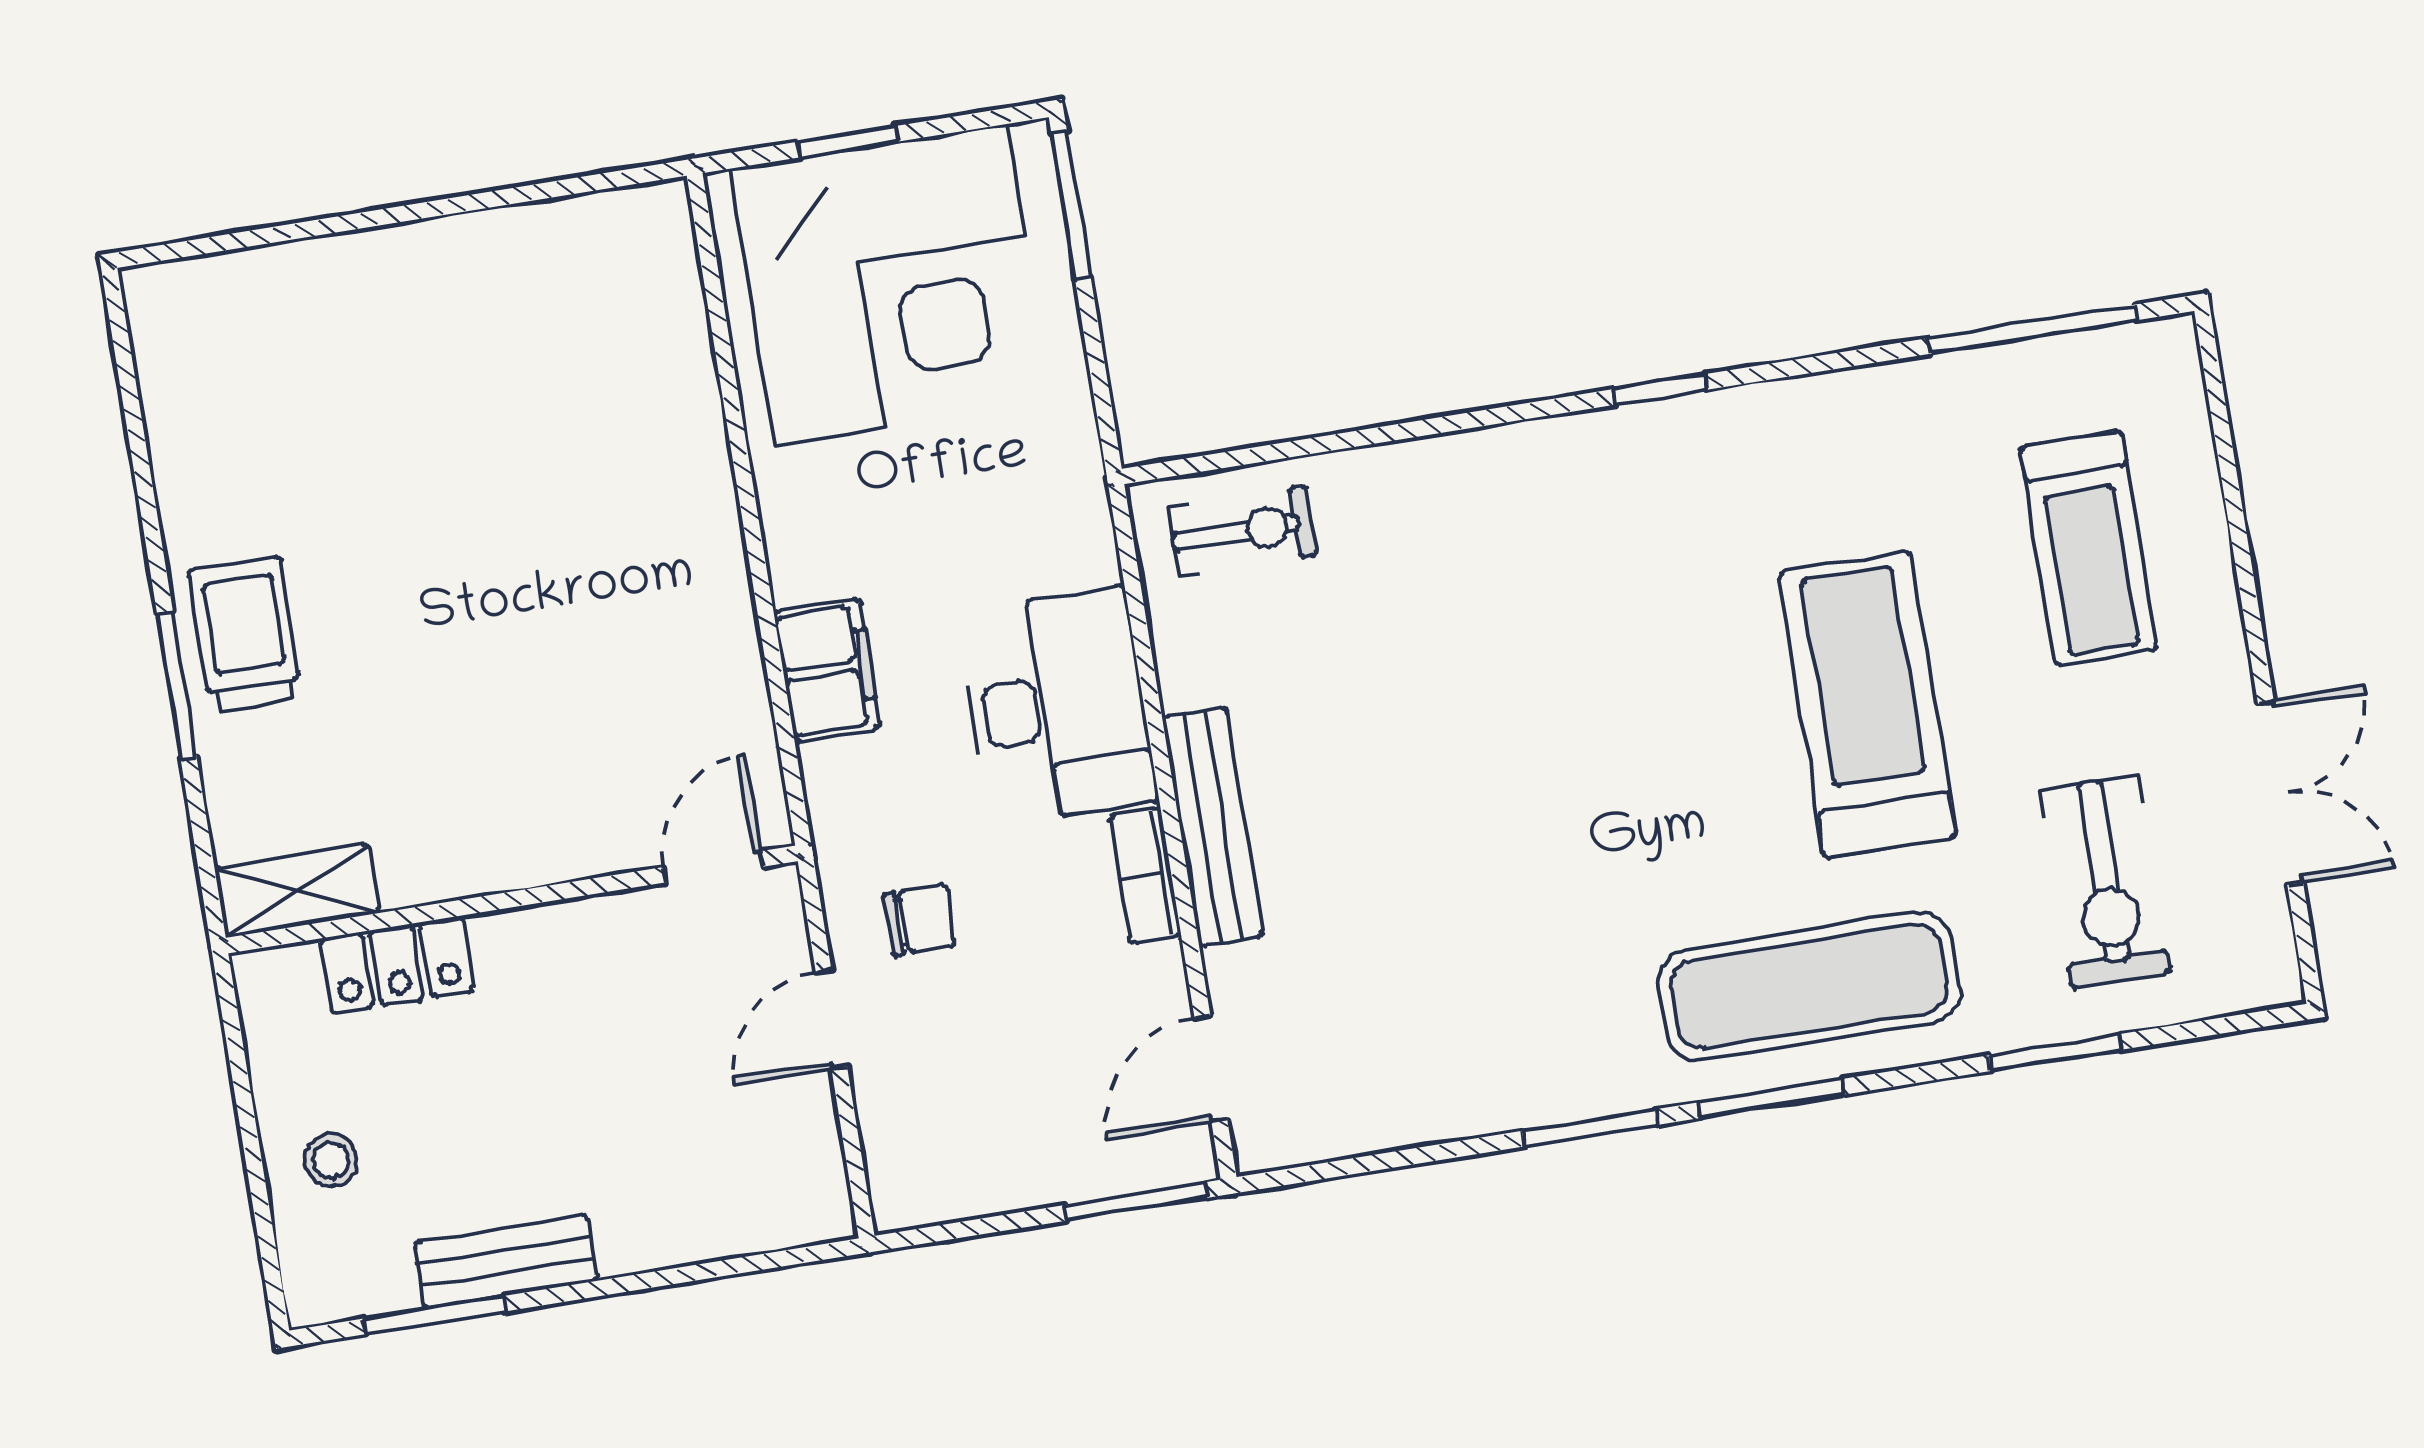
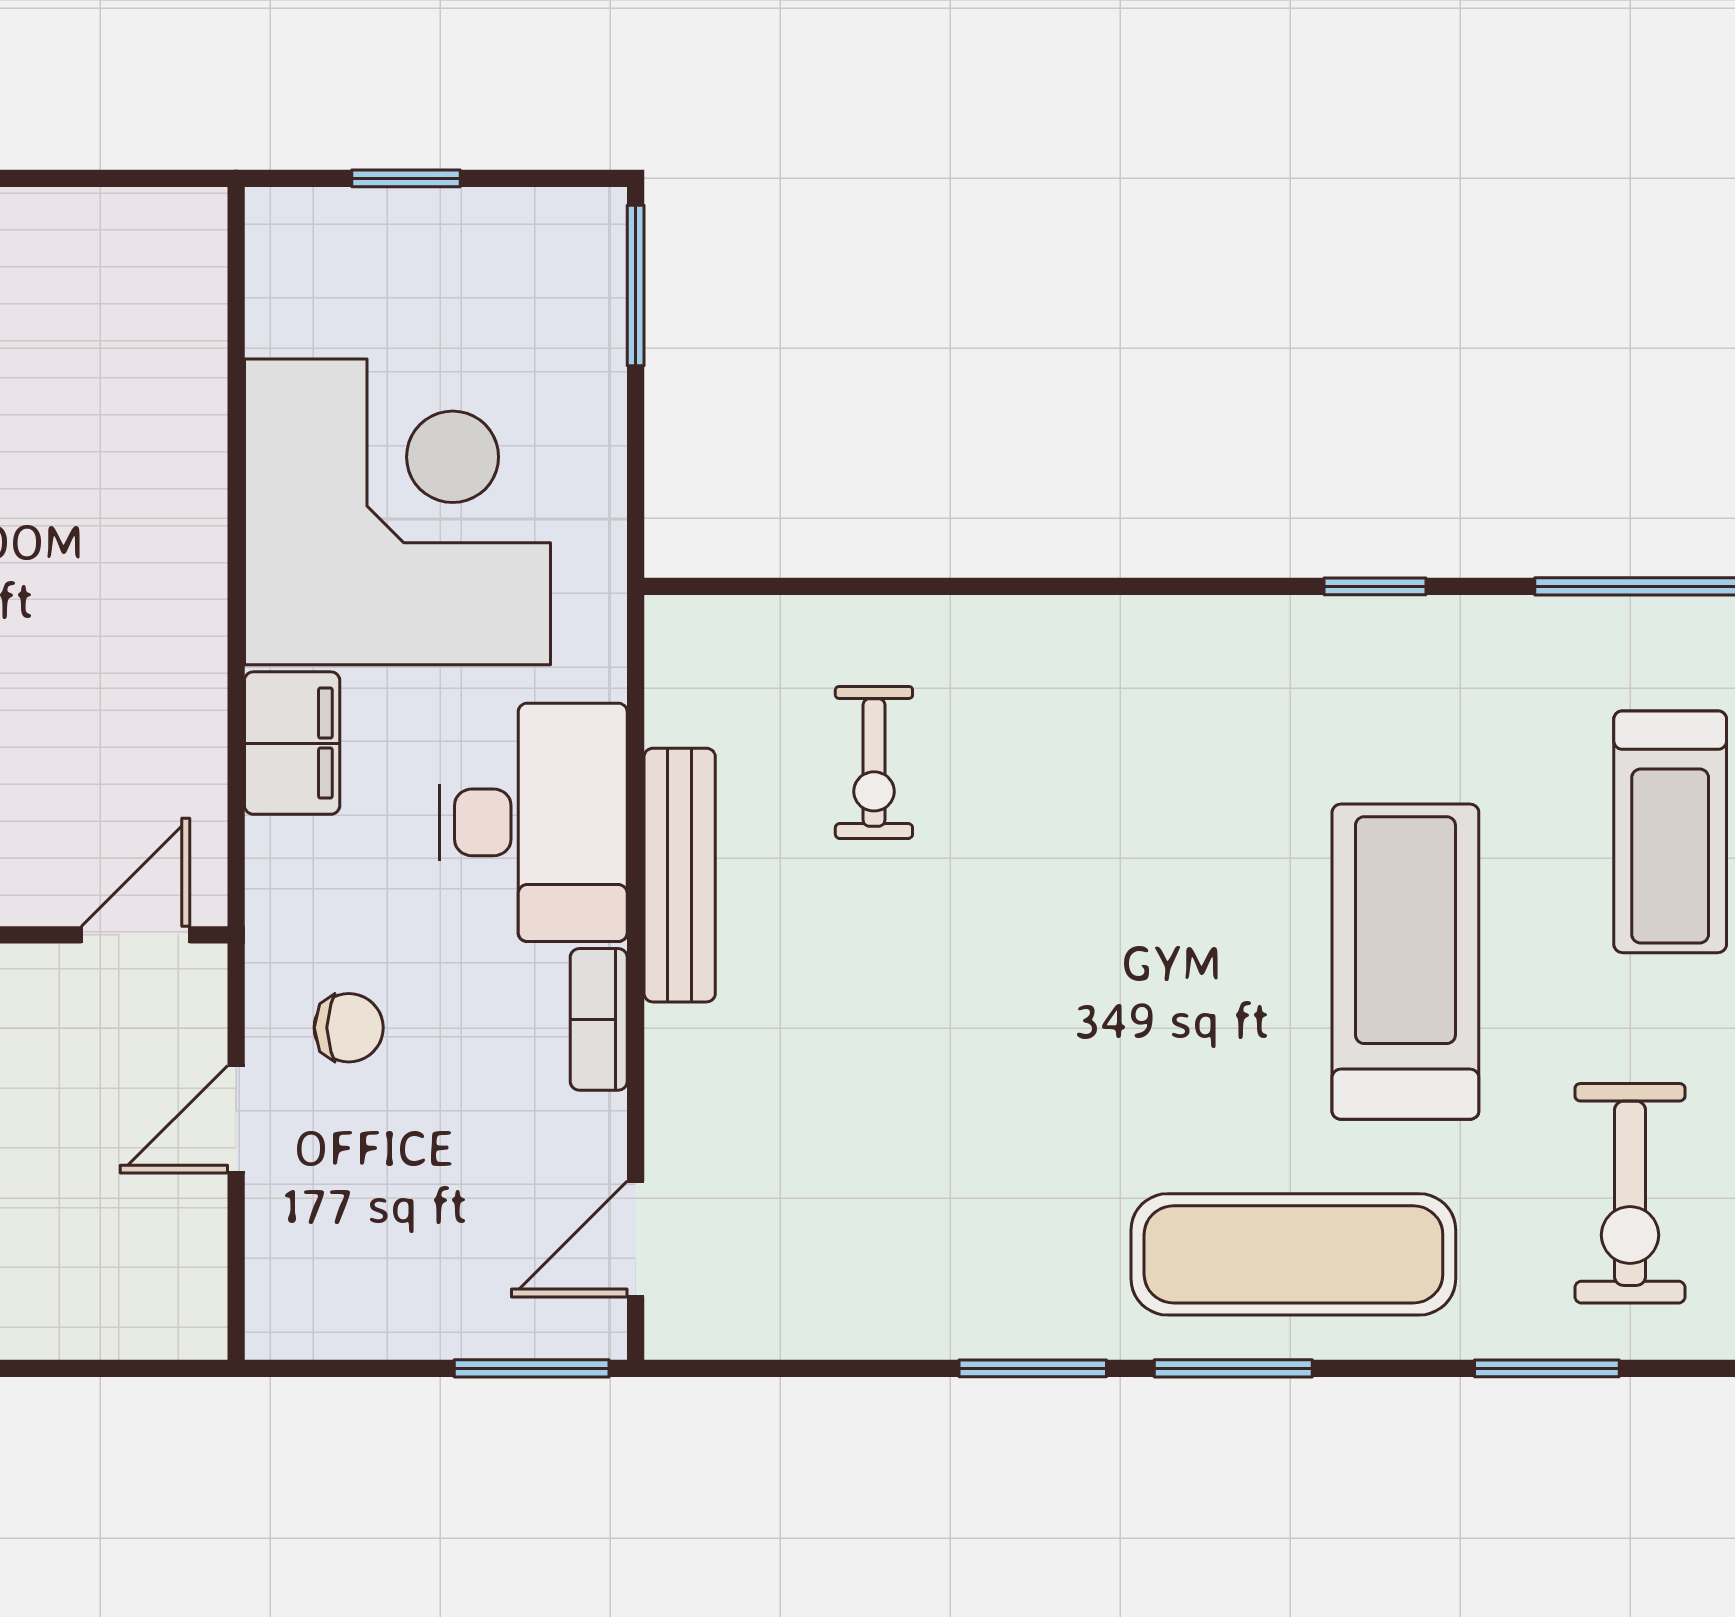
corner desk: (890, 285) -> (398, 512), moved, turned -90
window: (1660, 389) -> (1375, 586), moved
exercise bike: (1242, 531) -> (874, 762), moved, turned 90
bench: (1213, 827) -> (680, 875), moved

